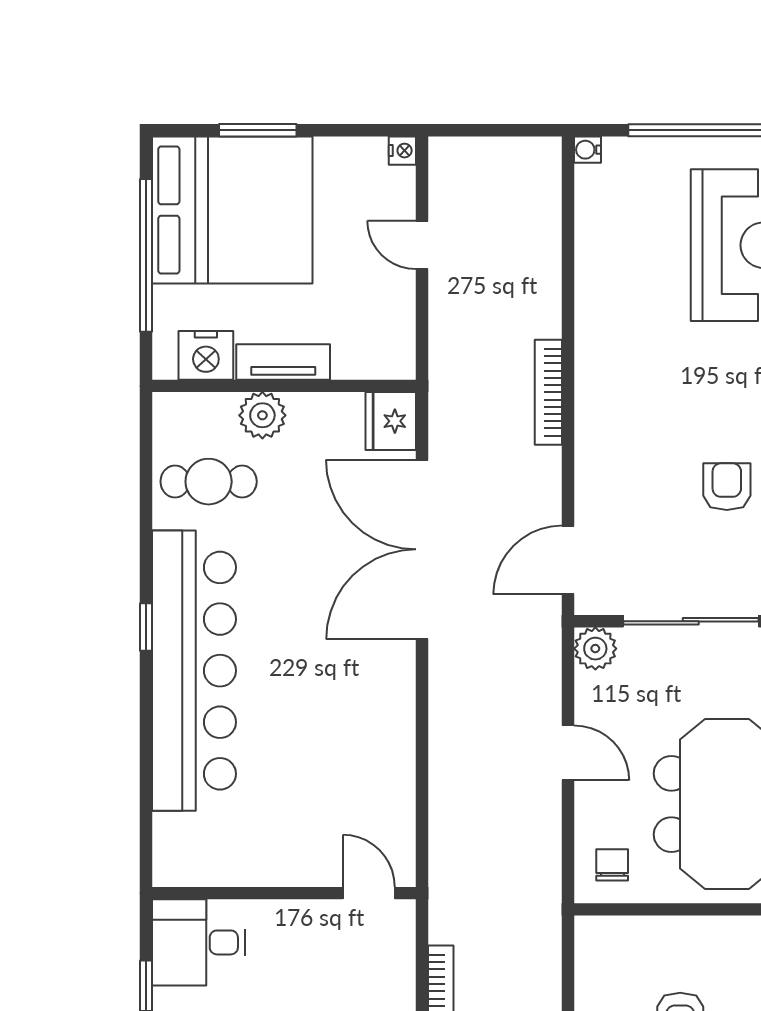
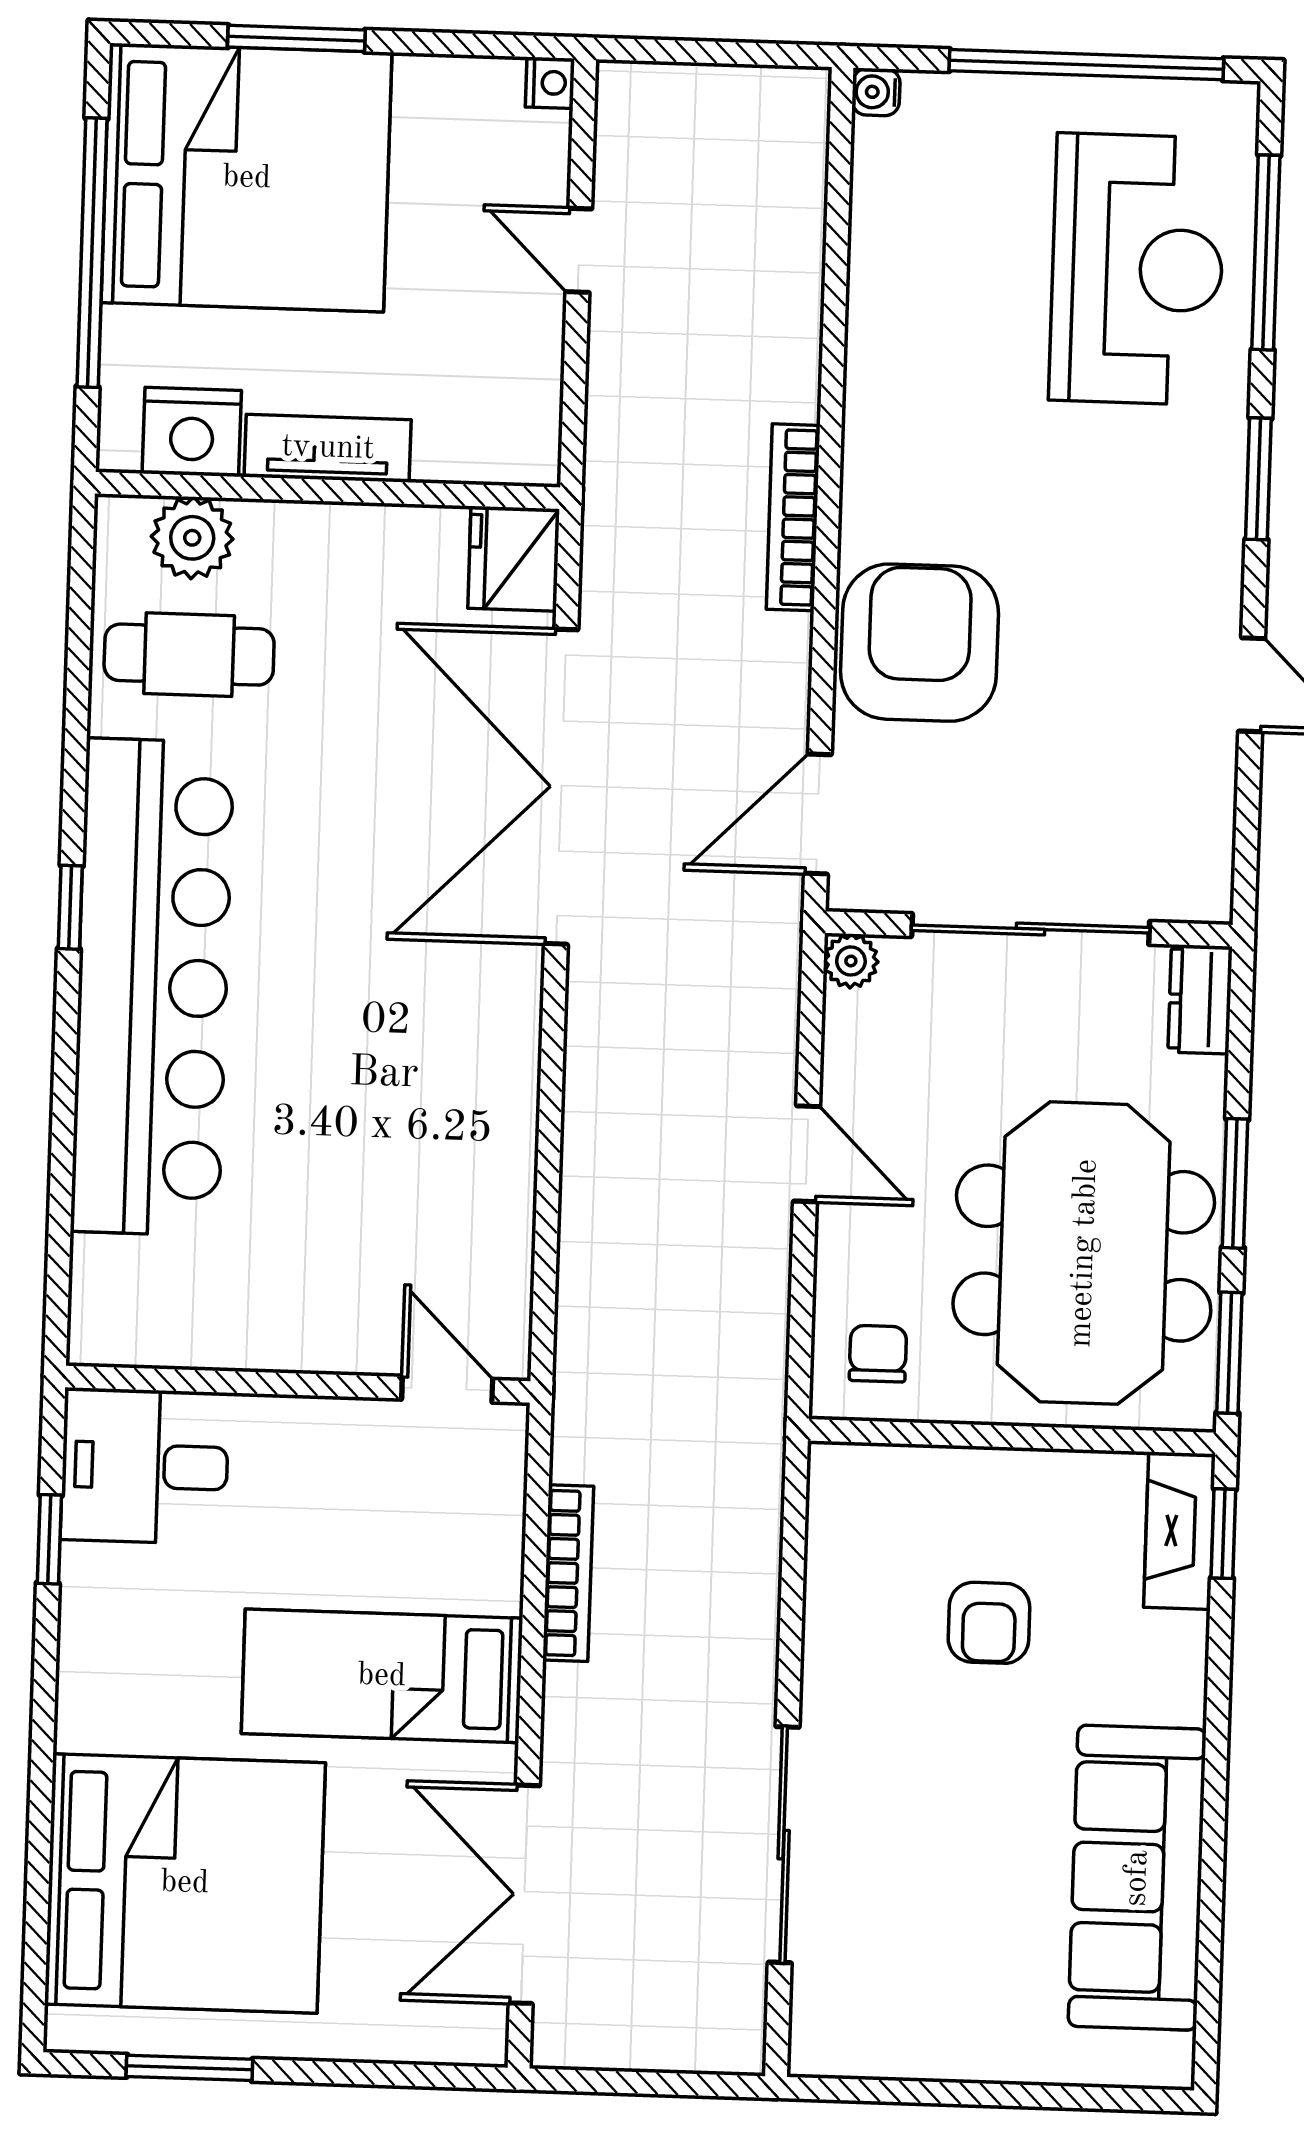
plant: (262, 415) -> (192, 538), moved
armchair: (727, 487) -> (920, 643), moved, width x1.88, depth x1.88
plant: (595, 649) -> (851, 961), width x0.73, depth x0.73

